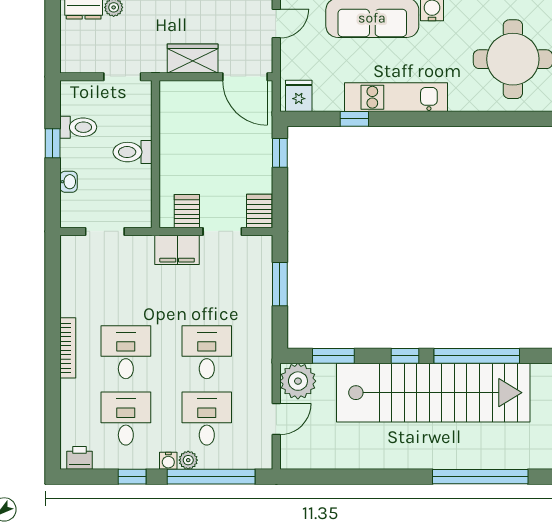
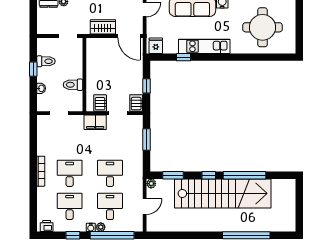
toilet: (133, 152) -> (73, 85), moved
window: (280, 153) -> (146, 86), moved
plant: (298, 381) -> (151, 184), width x0.53, depth x0.53

